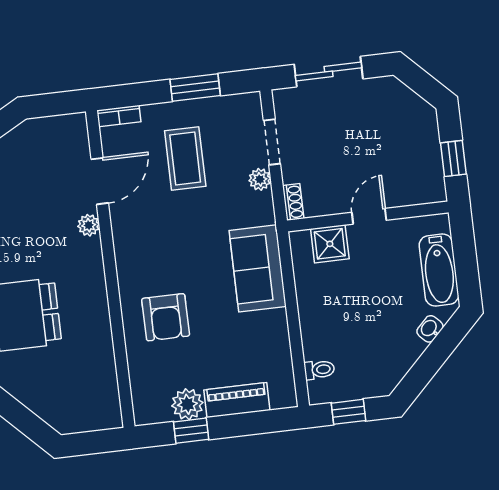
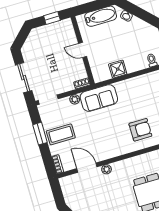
doorway: (272, 142) -> (48, 100), moved
coffee table: (185, 159) -> (61, 134), moved
shower: (330, 244) -> (118, 69), moved
sofa: (258, 268) -> (99, 98), moved

